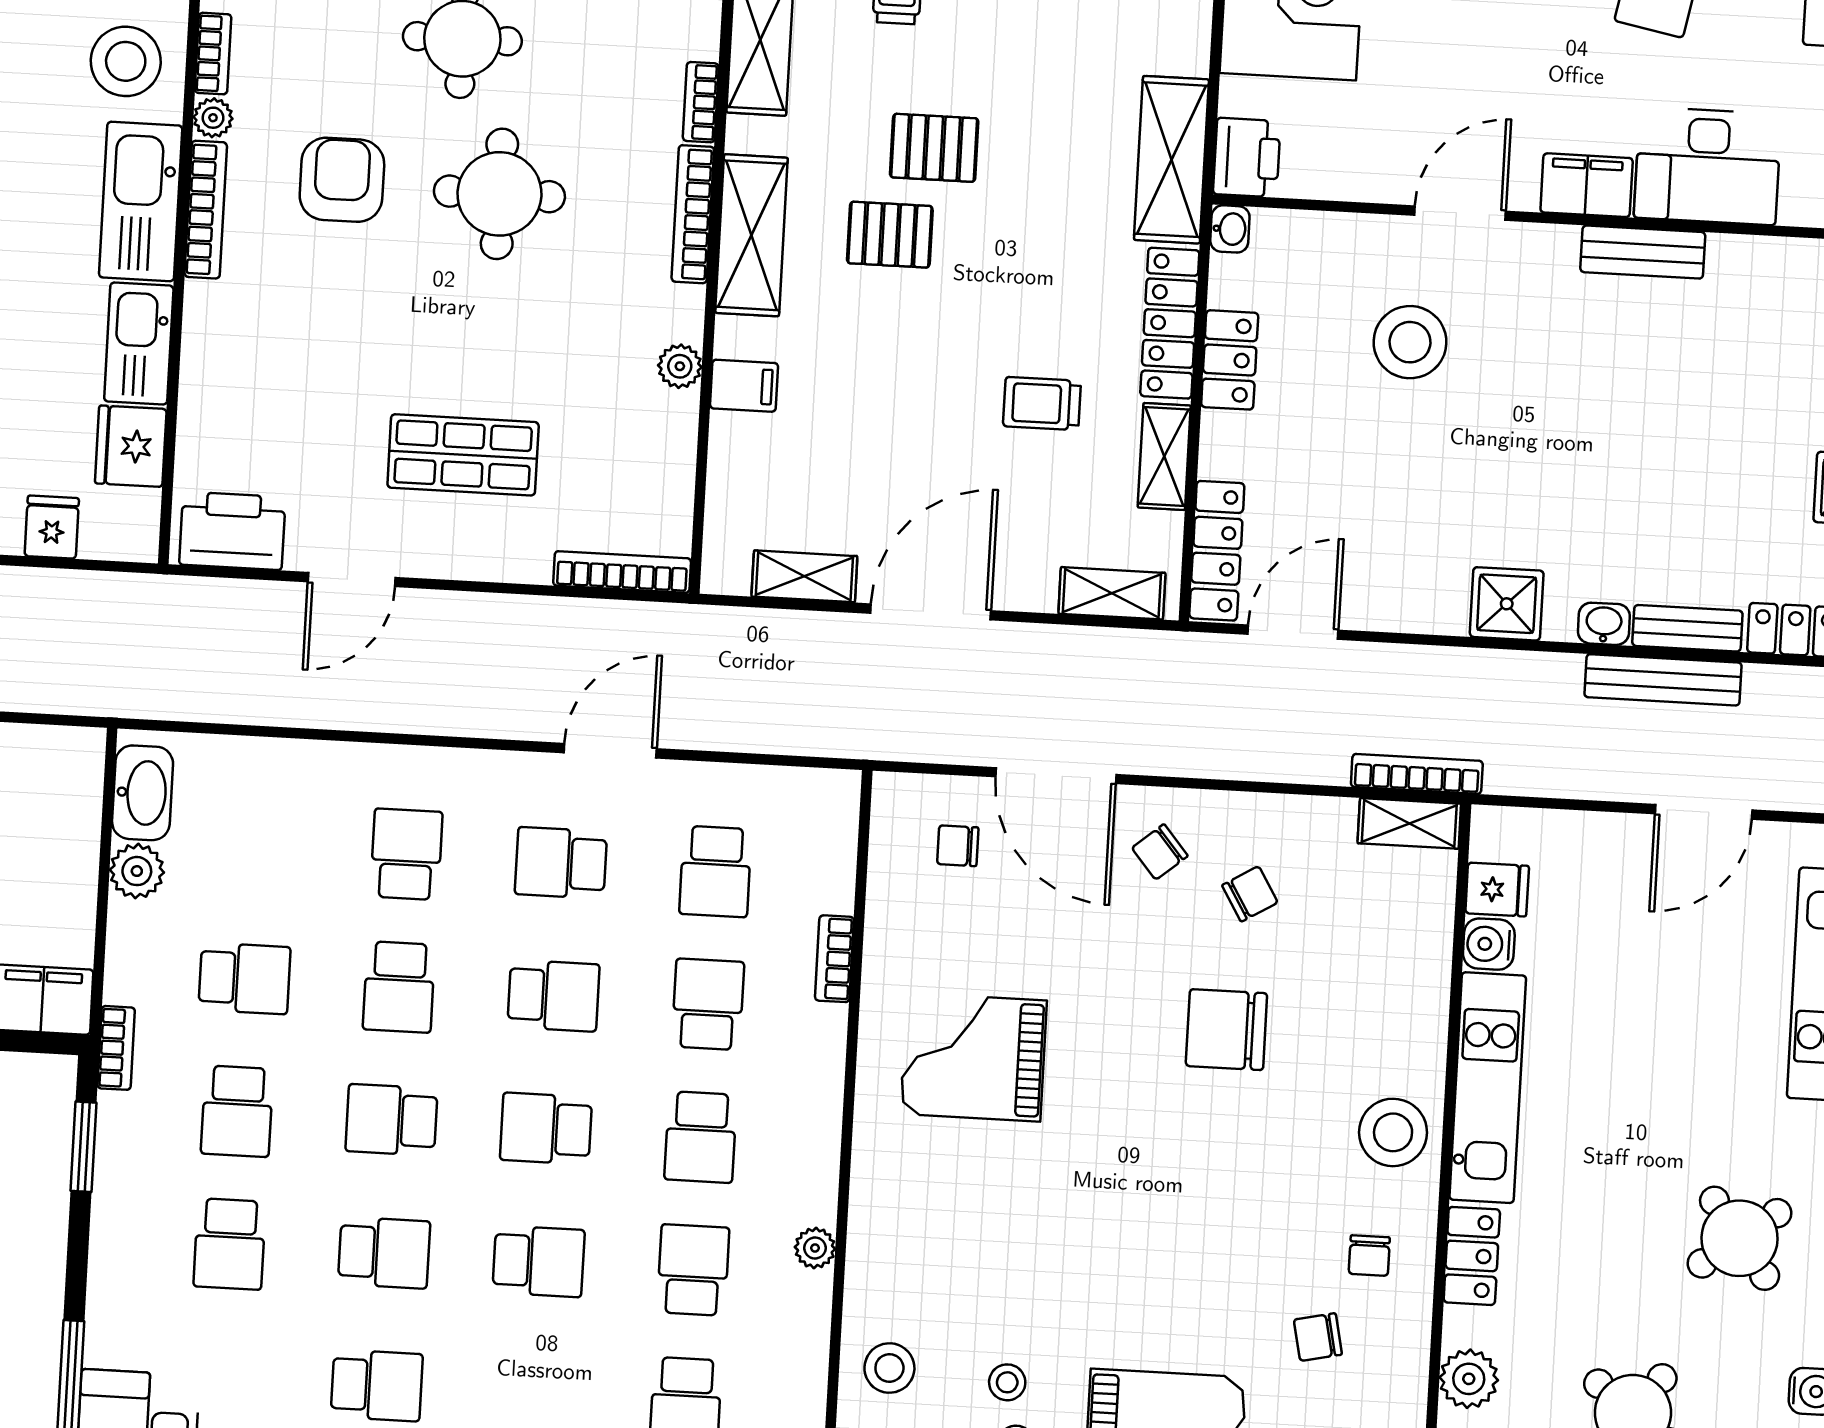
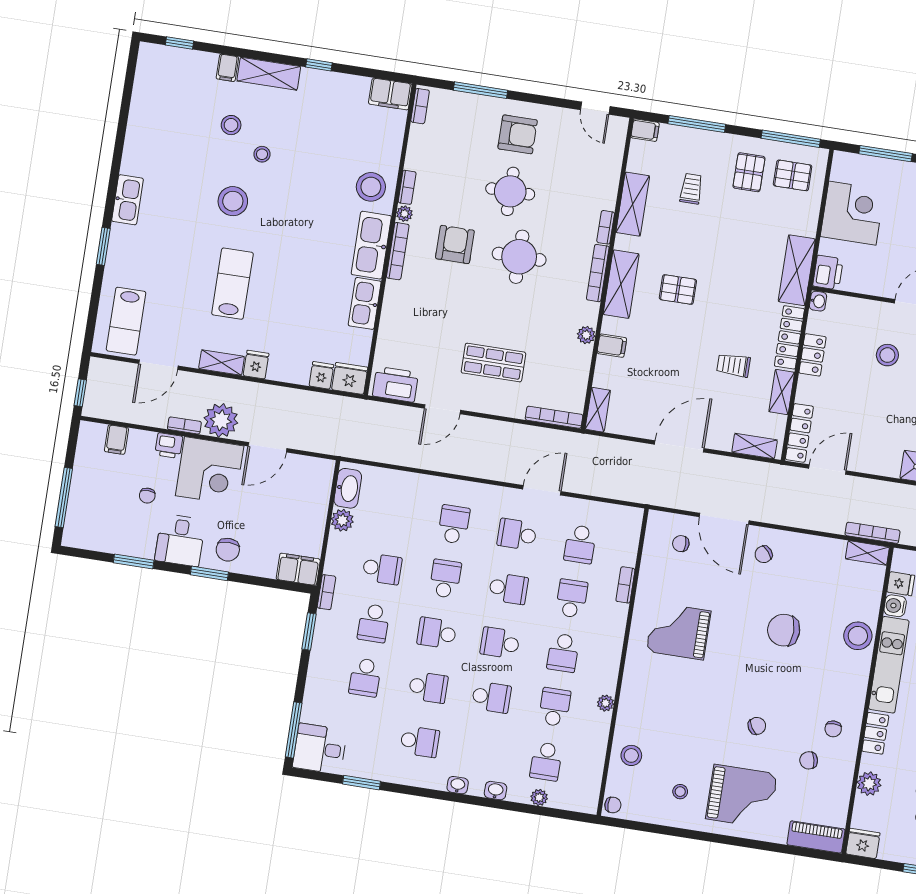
pallet: (934, 148) -> (700, 256), removed
stool: (1410, 342) -> (887, 355), width x0.73, depth x0.73
fridge: (131, 446) -> (350, 378), moved, turned 90
shelving: (804, 576) -> (598, 410), moved, turned 90
chair: (1250, 894) -> (757, 726), moved
school desk: (399, 987) -> (445, 579), turned 180
stool: (1393, 1132) -> (858, 636), moved
stool: (1007, 1382) -> (679, 766), removed

